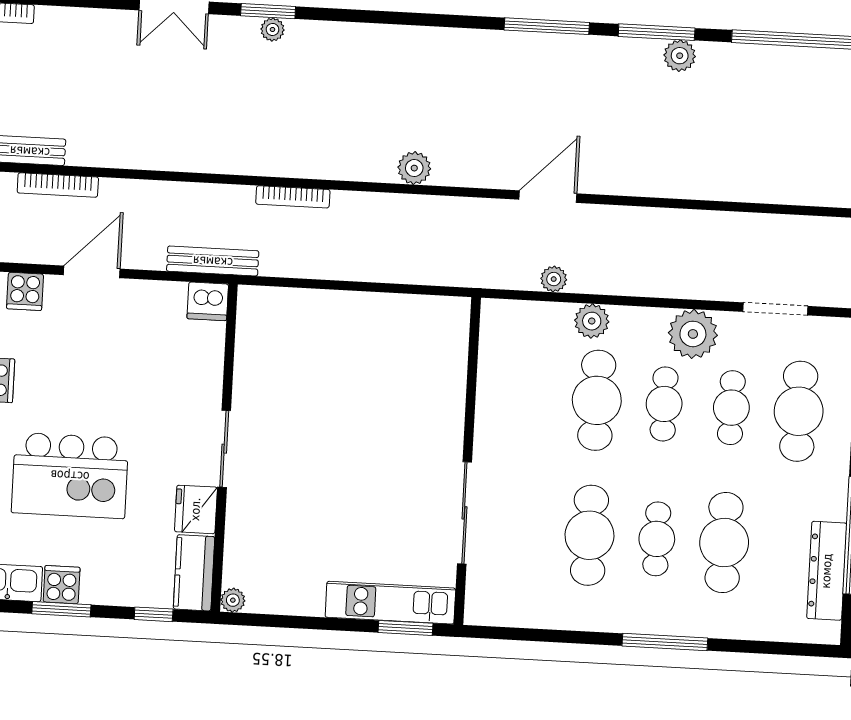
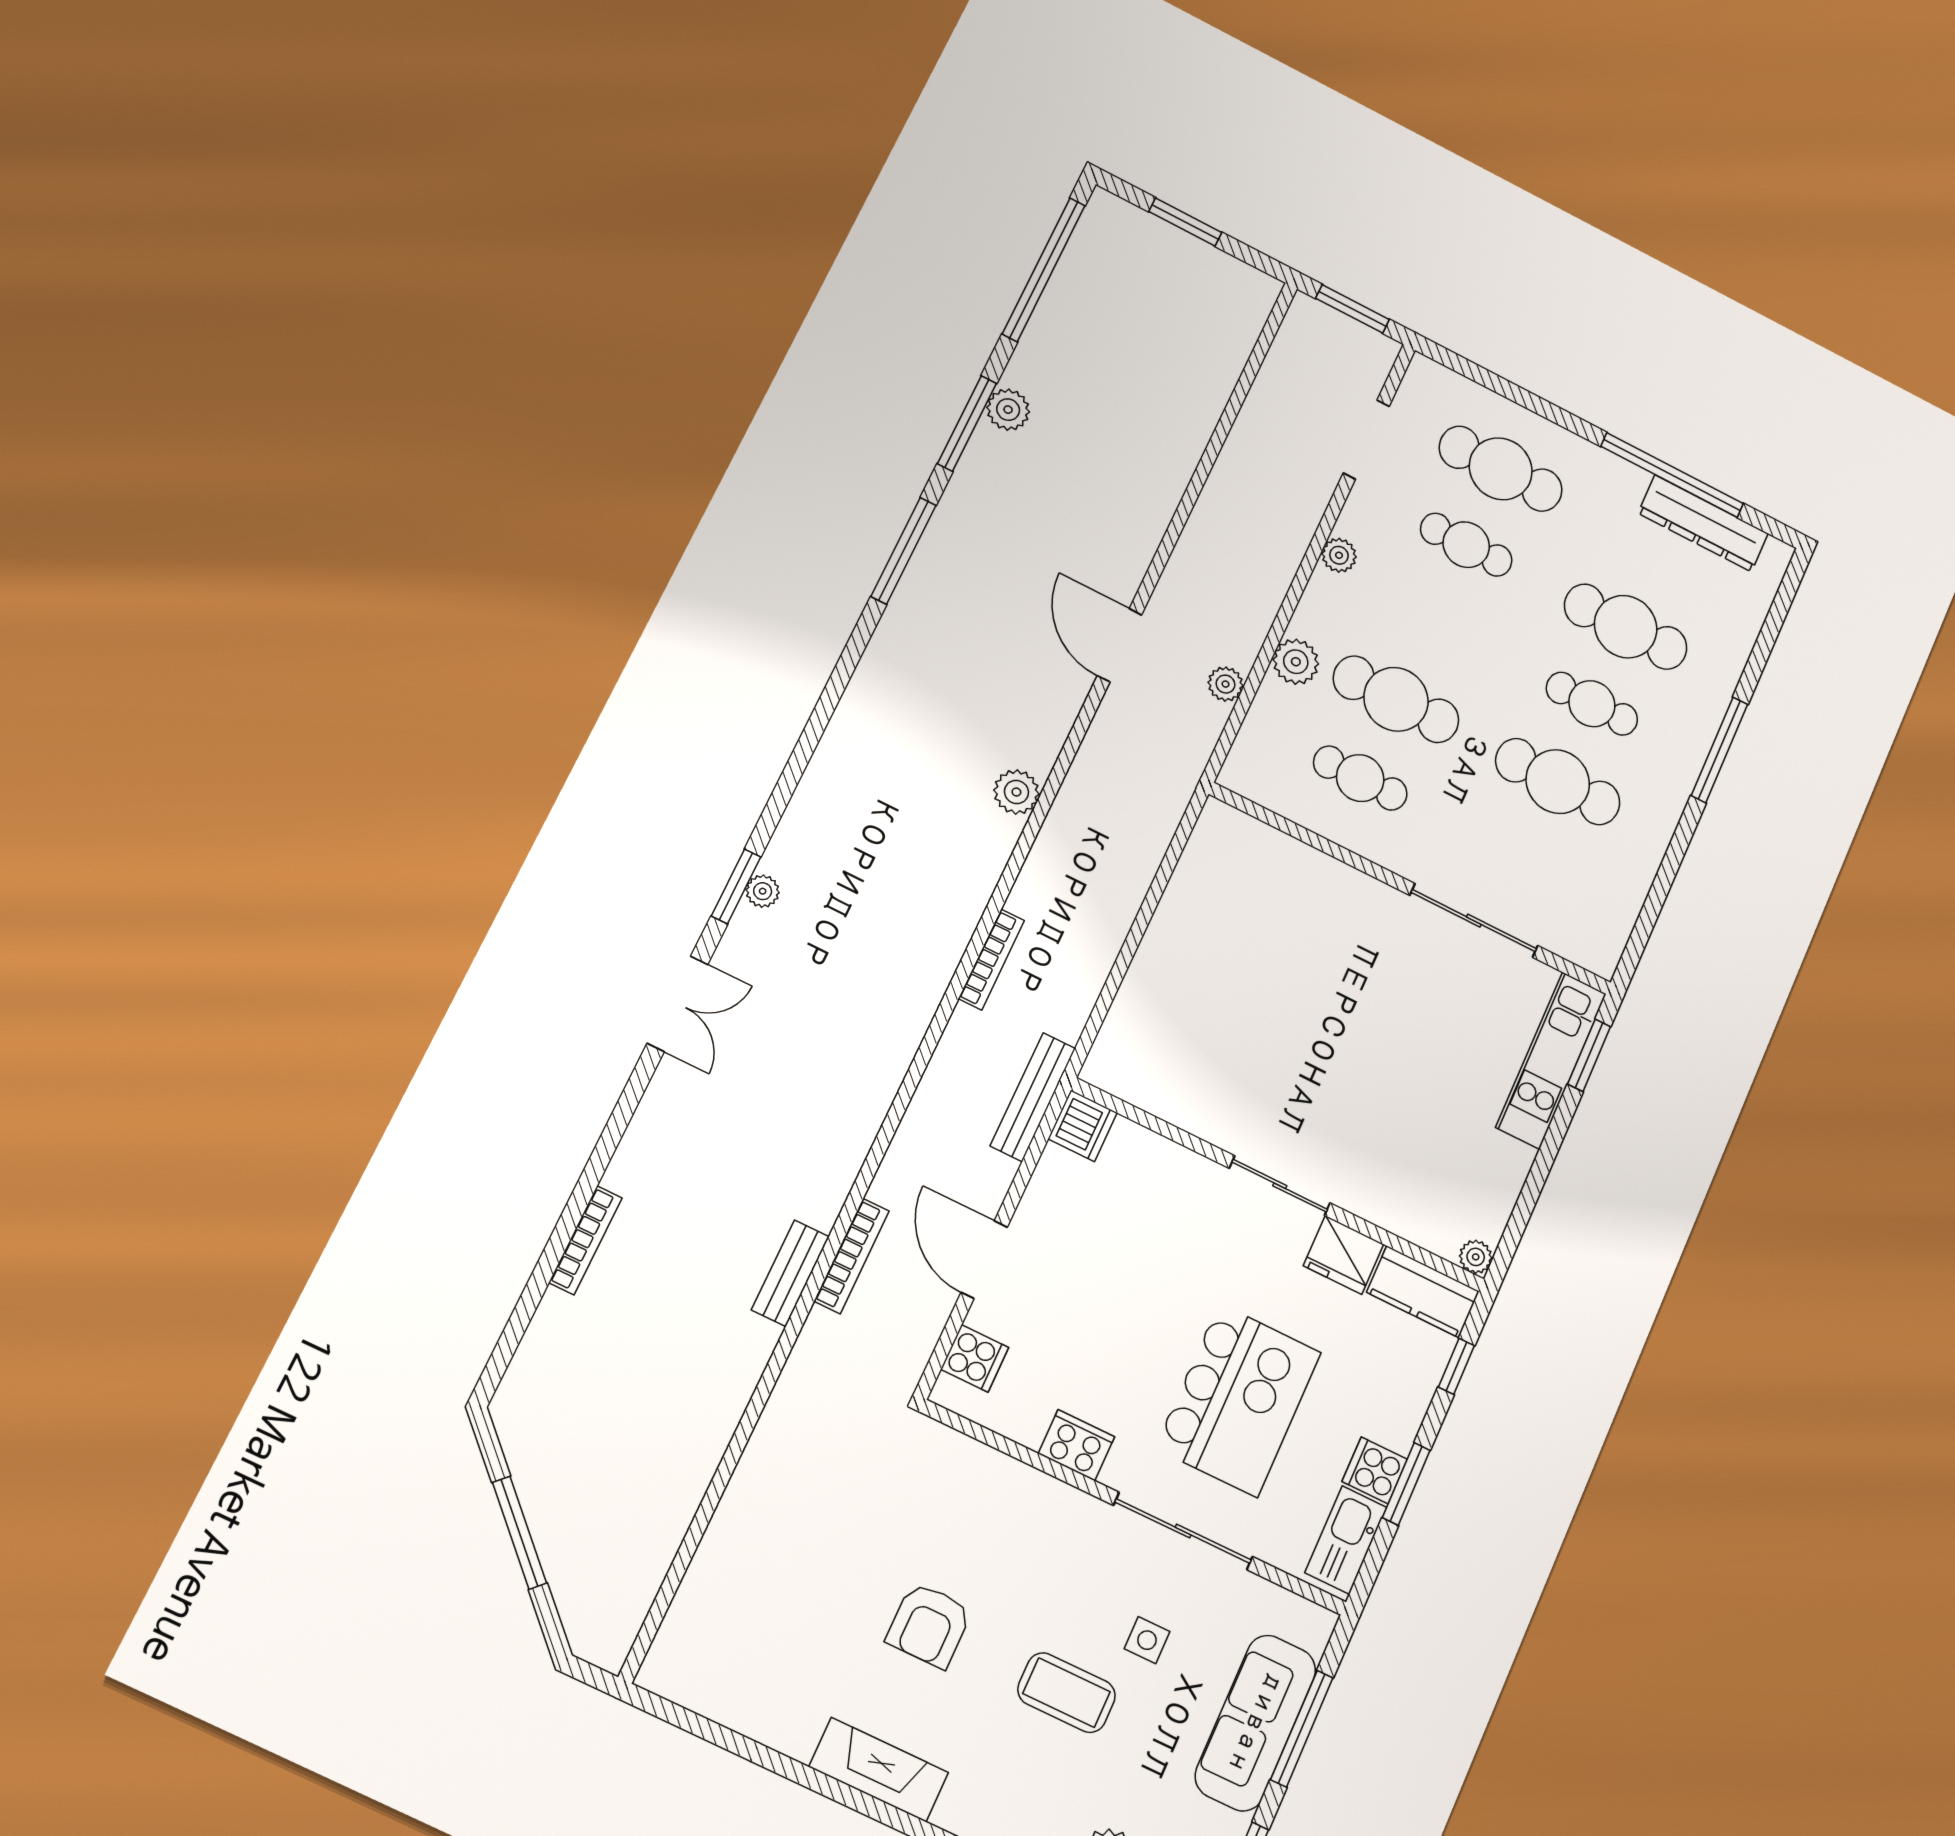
plant: (693, 334) -> (1339, 555), width x0.53, depth x0.53
cafe table: (664, 404) -> (1360, 778), moved

